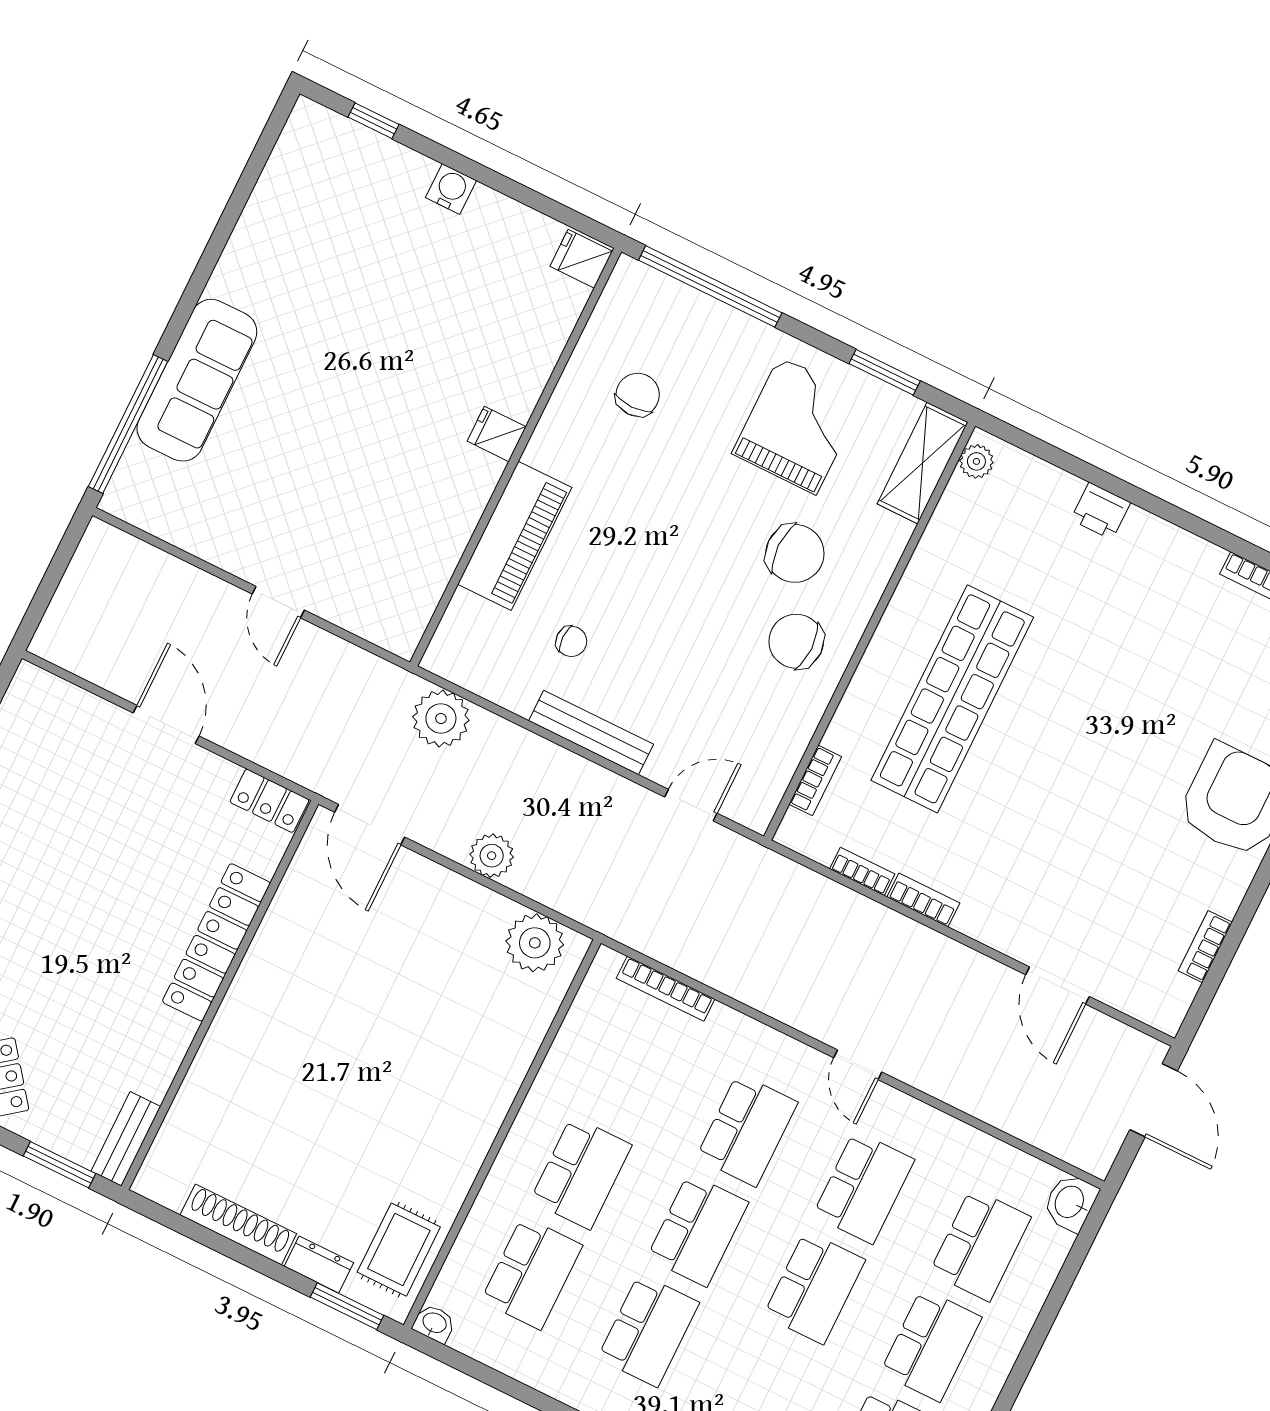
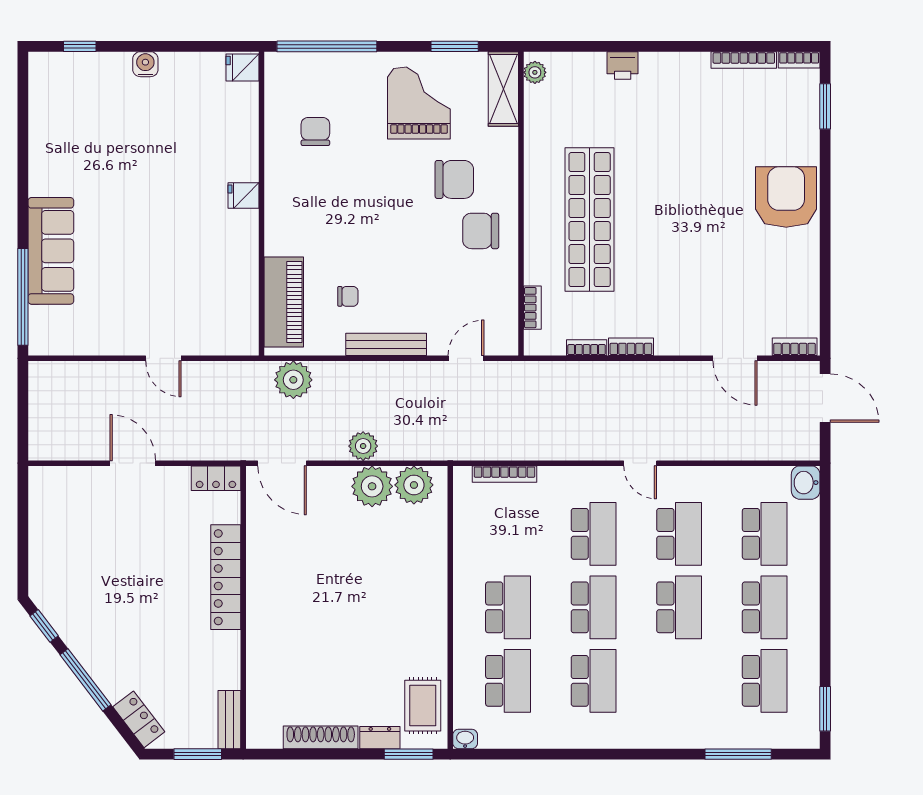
piano: (515, 536) -> (284, 302), moved
plant: (477, 917) -> (372, 486), added
bookcase: (1205, 947) -> (795, 347), moved, turned 90

